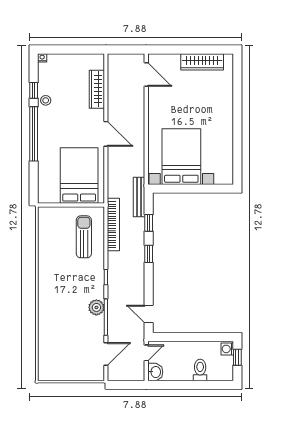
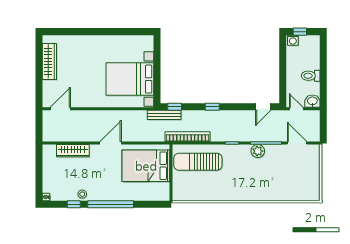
window: (149, 223) -> (175, 107), moved
sun lounger: (84, 237) -> (198, 162), width x1.36, depth x1.34
toilet: (200, 370) -> (311, 76), moved

